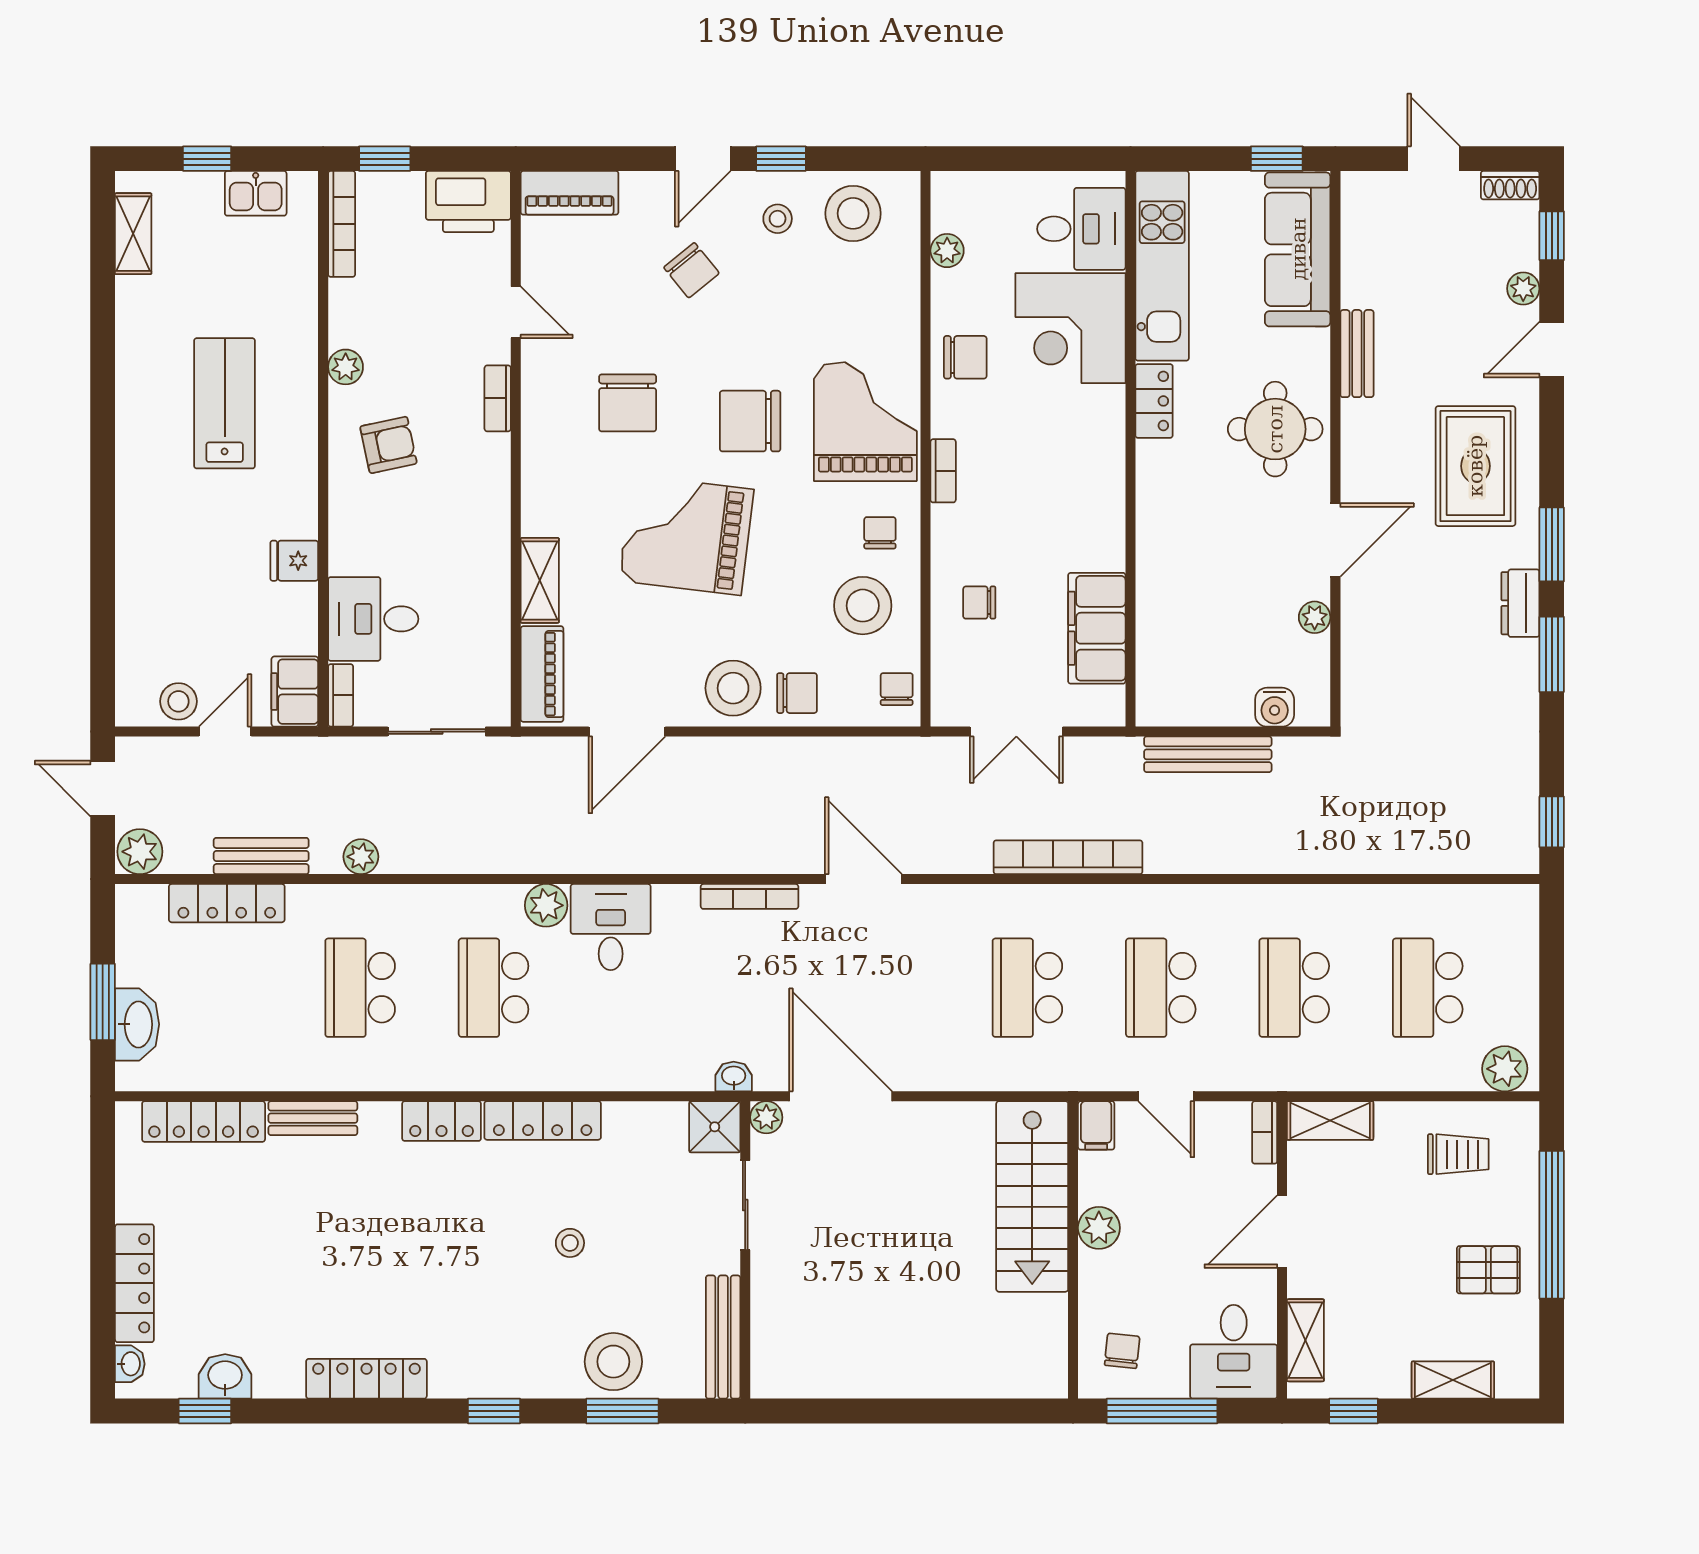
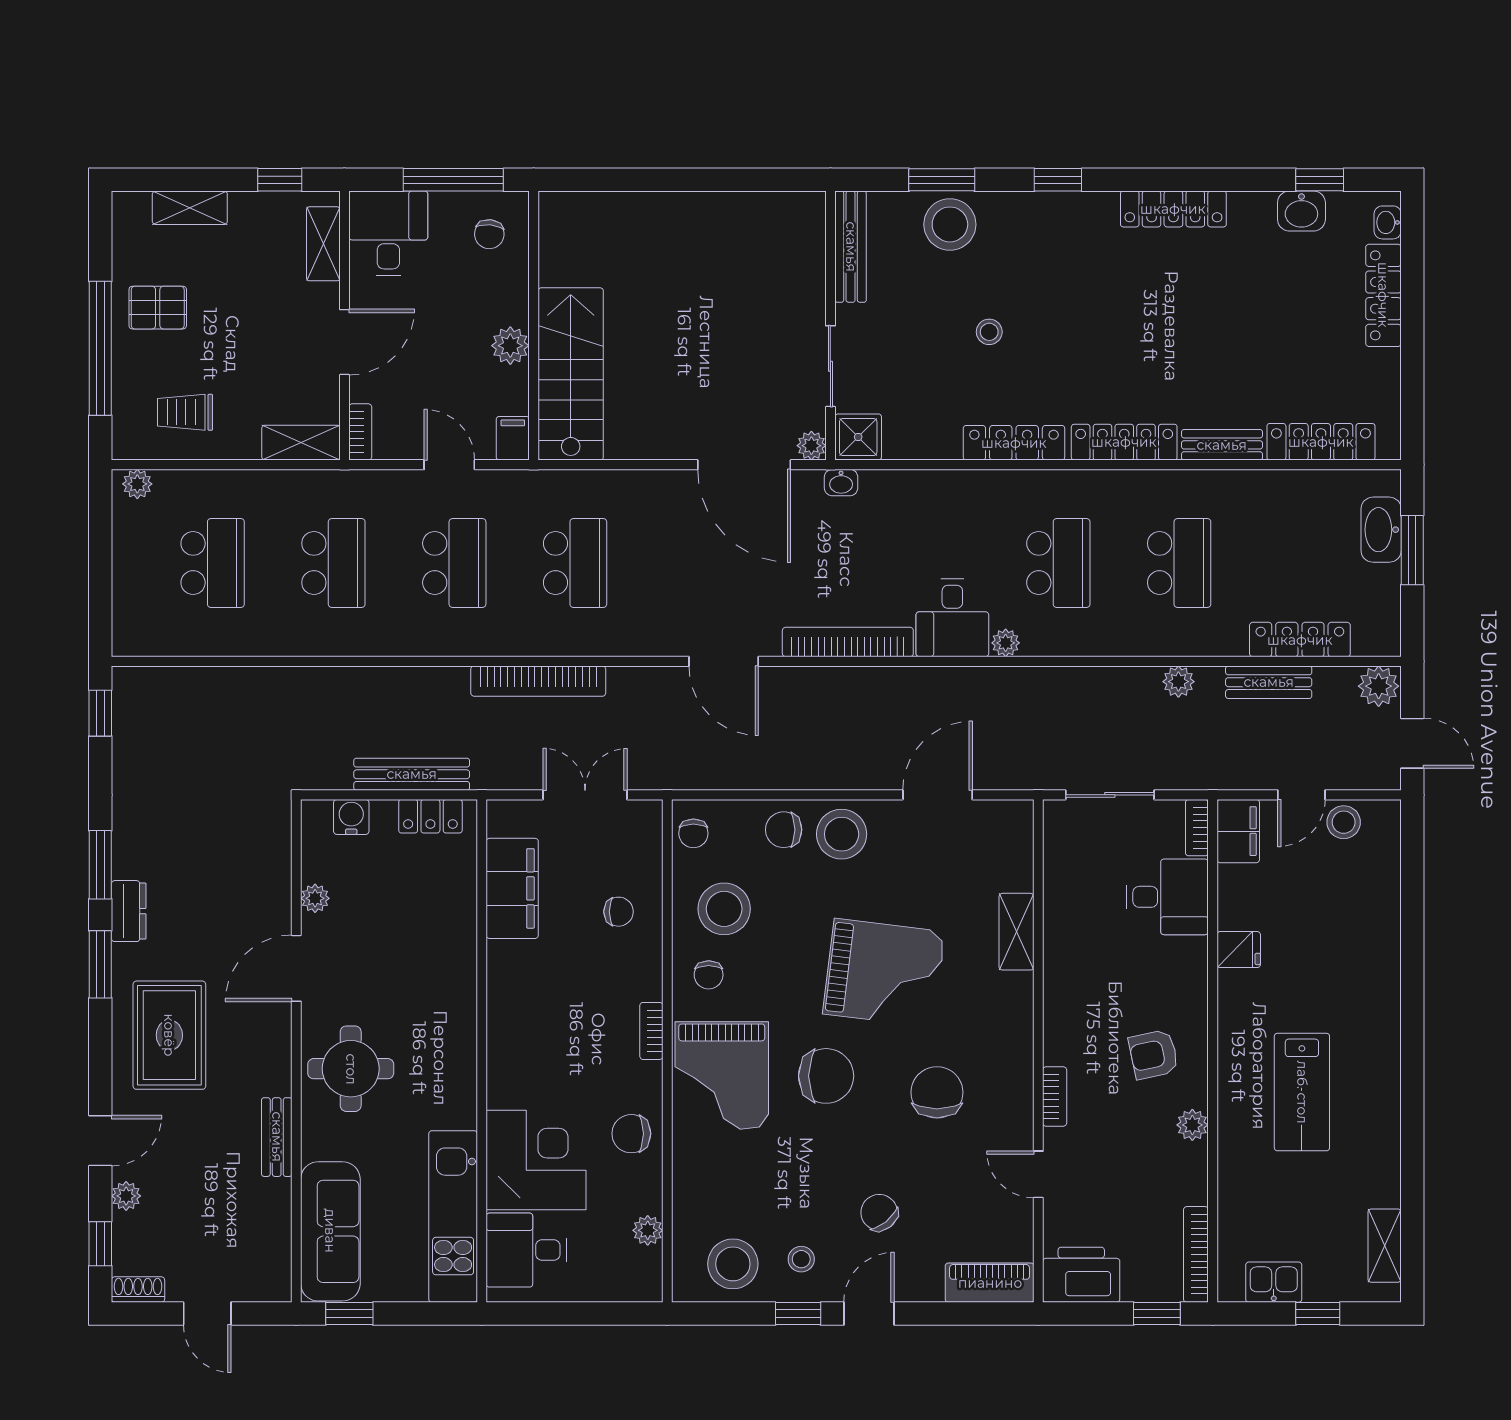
locker: (1154, 401) -> (430, 816), moved, turned -90
piano: (542, 674) -> (1014, 847), removed
bookcase: (750, 896) -> (848, 642), width x1.48, depth x1.31
plant: (546, 905) -> (1006, 643), width x0.73, depth x0.73
plant: (1505, 1069) -> (137, 484), width x0.73, depth x0.73
locker: (442, 1121) -> (1124, 442), width x1.53

